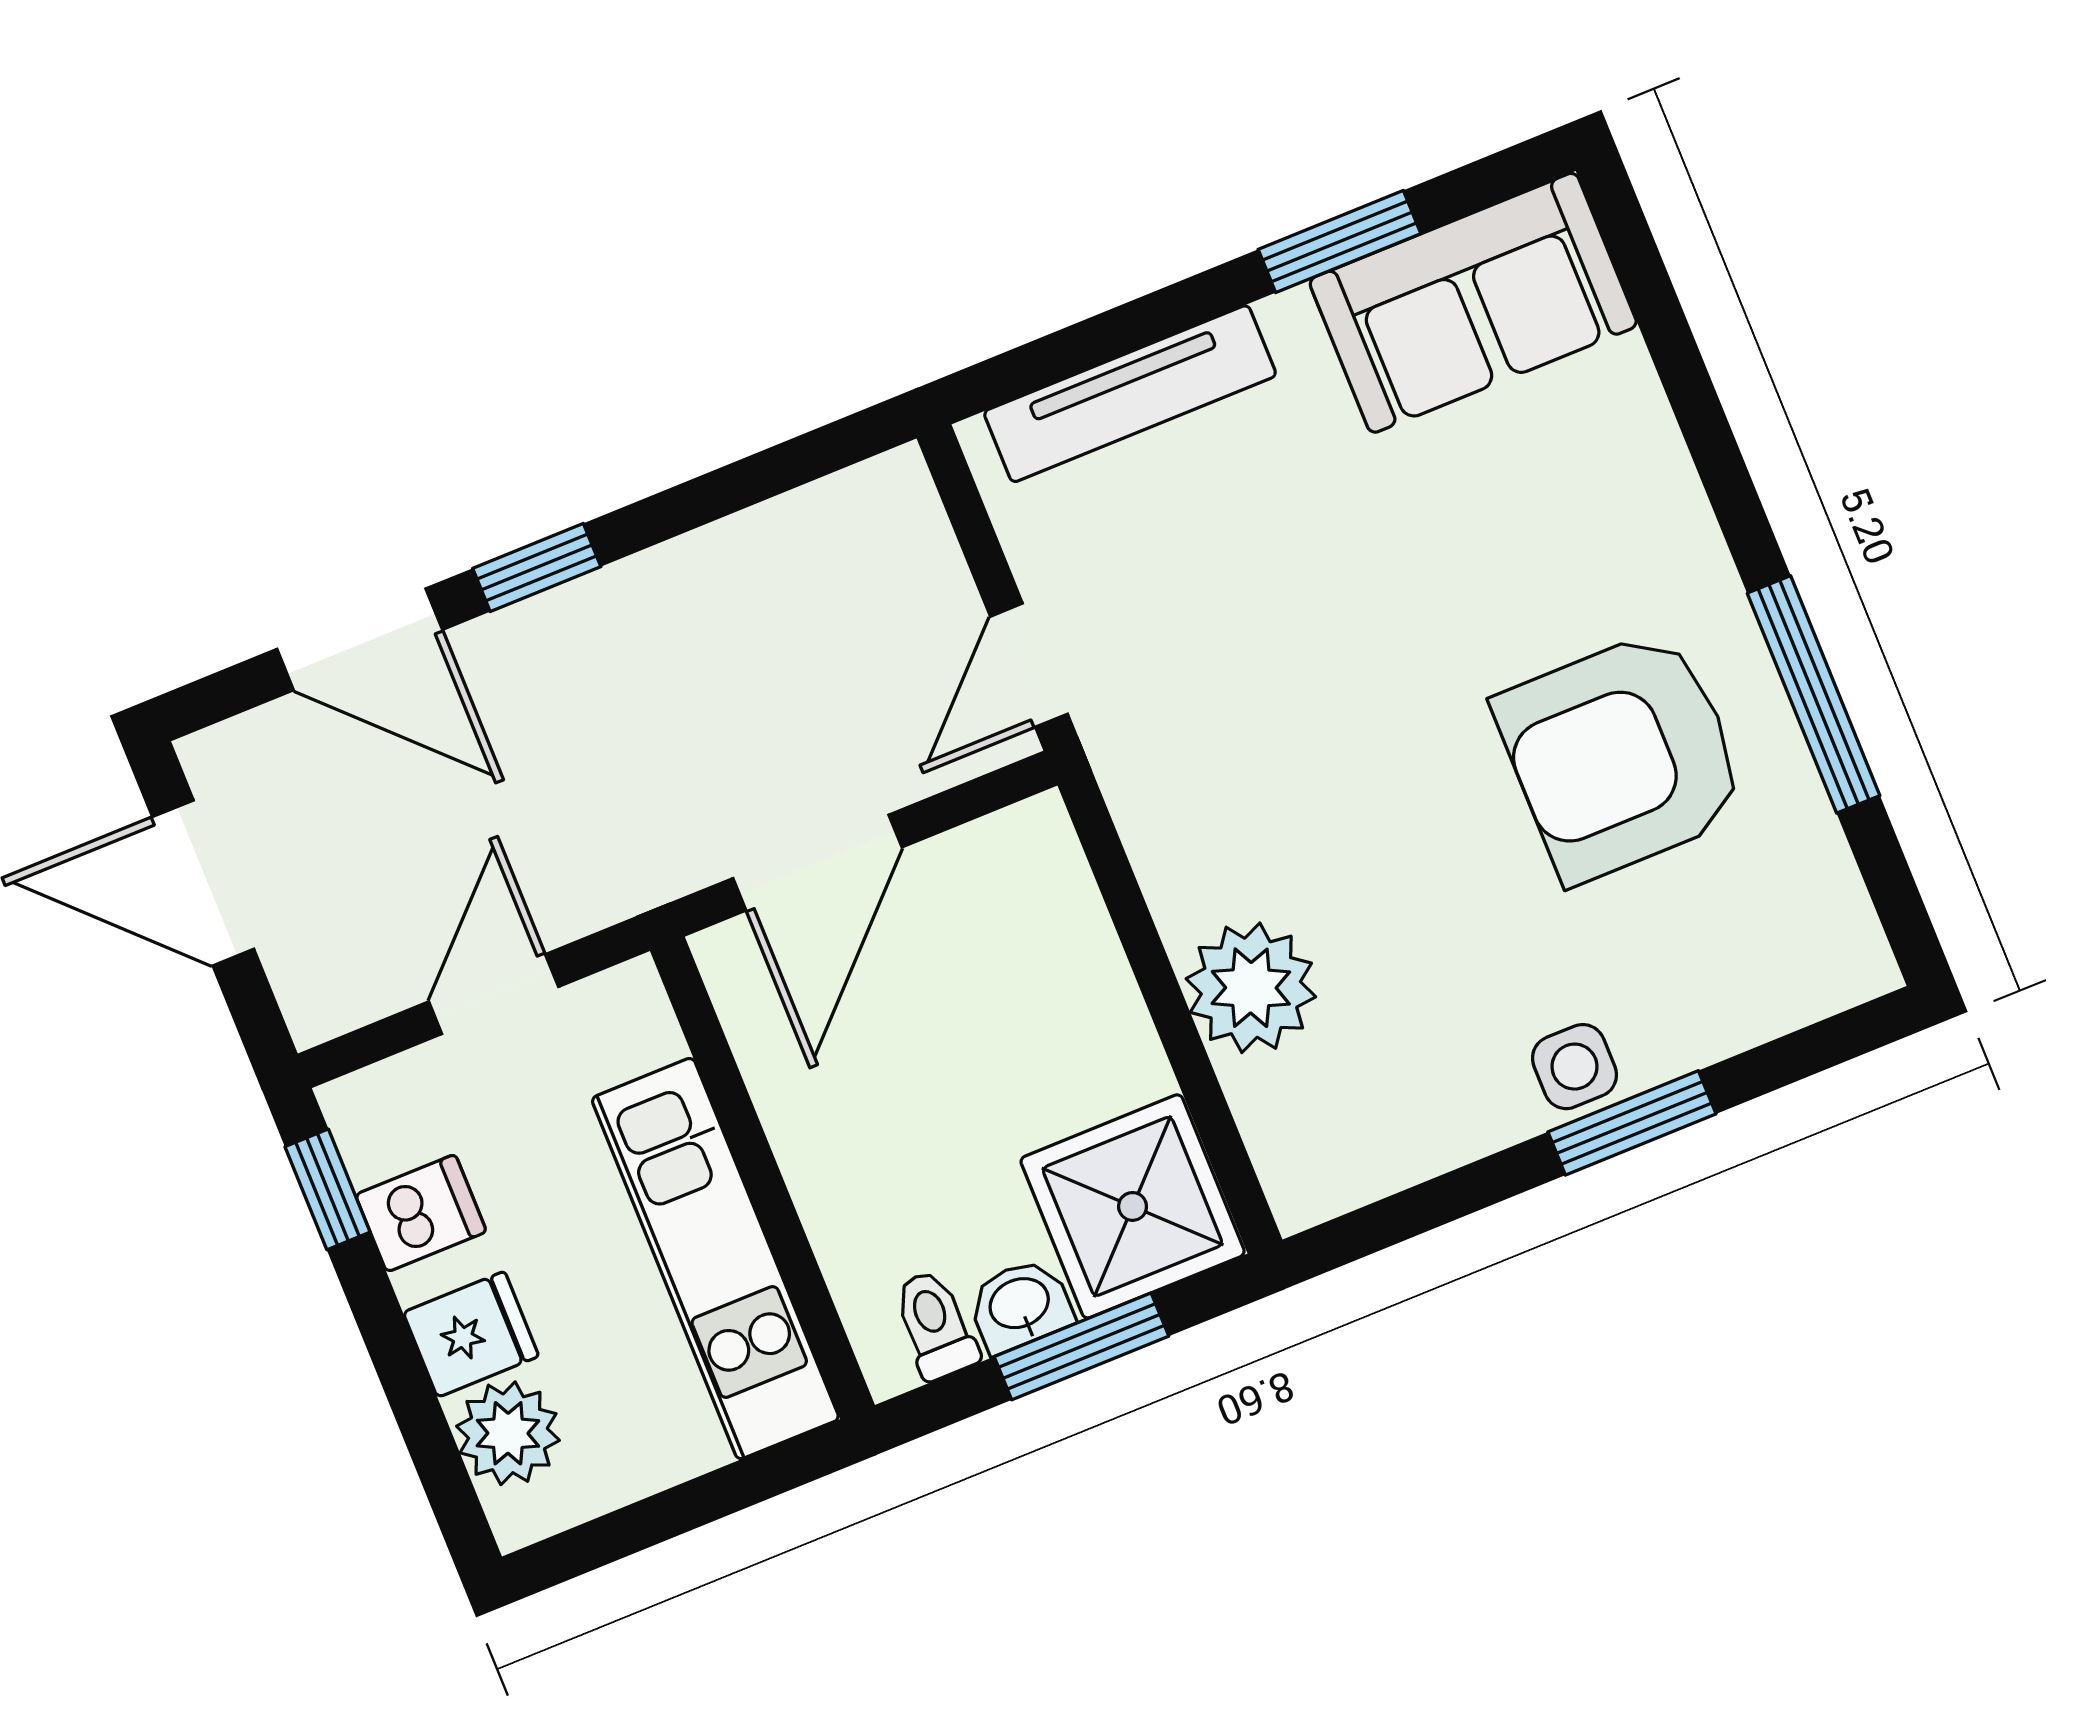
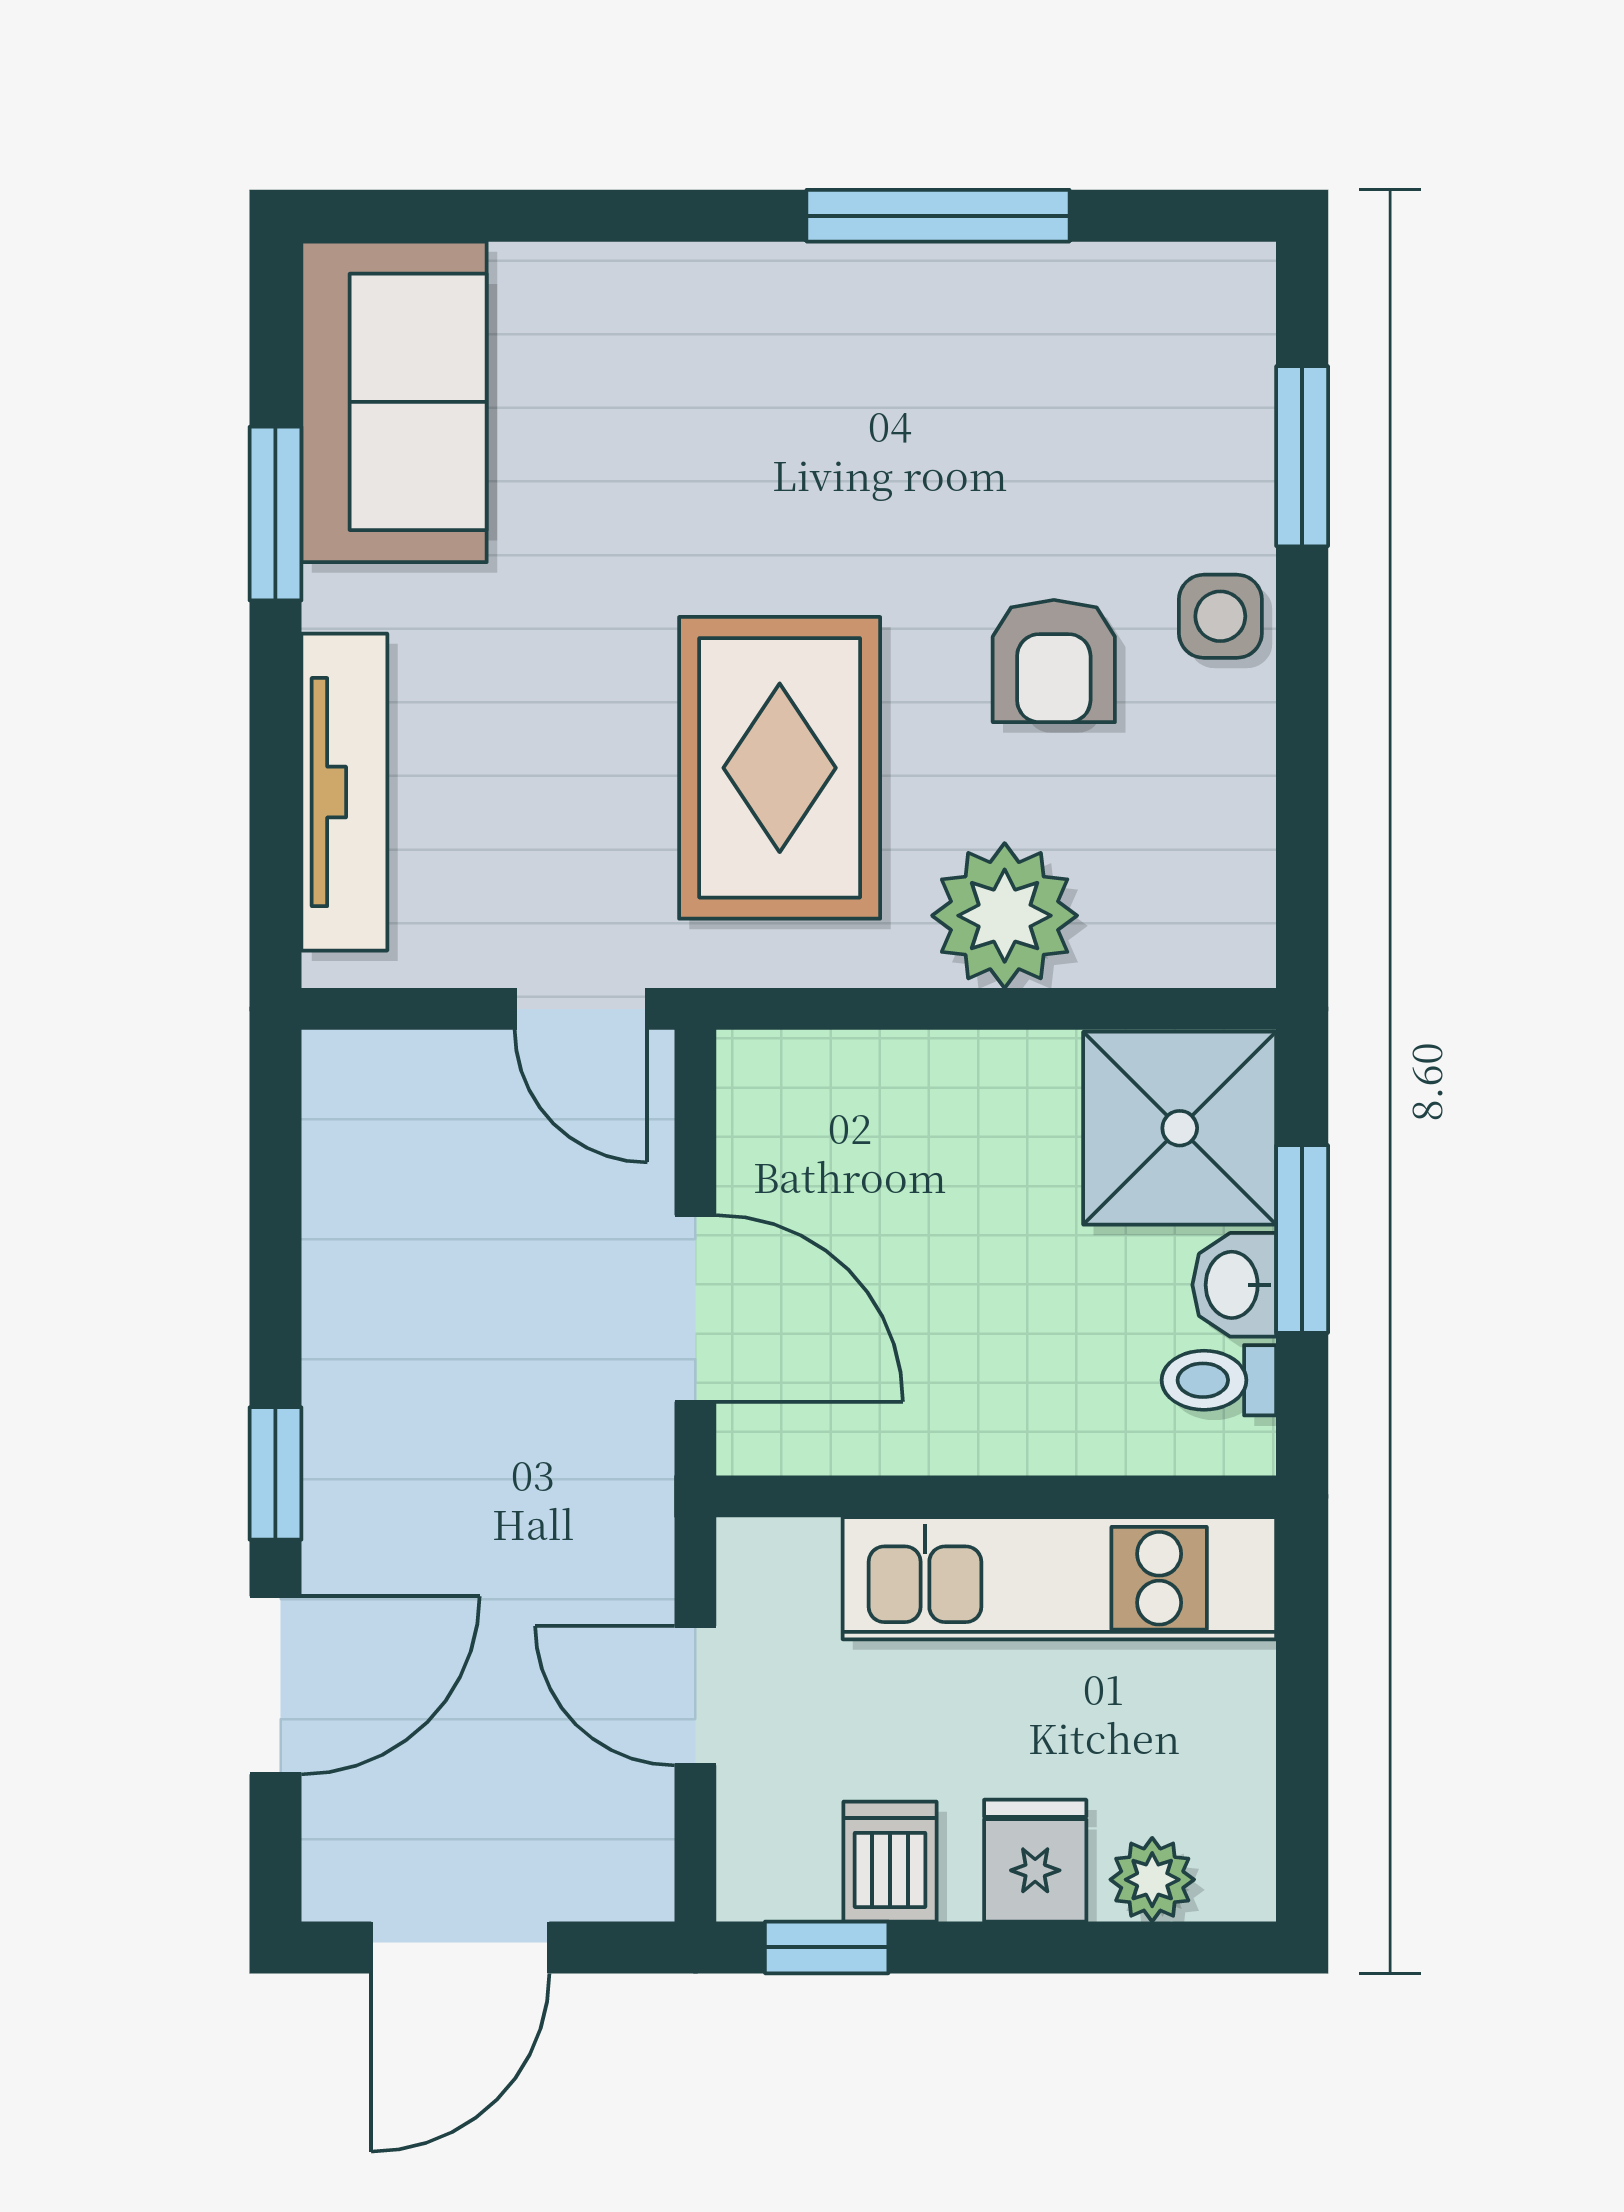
rug: (1298, 749) -> (780, 768), added
armchair: (1622, 756) -> (1054, 661), moved, width x0.53, depth x0.53
window: (1632, 1123) -> (1302, 456), moved
plant: (508, 1433) -> (1152, 1880), width x0.73, depth x0.73

